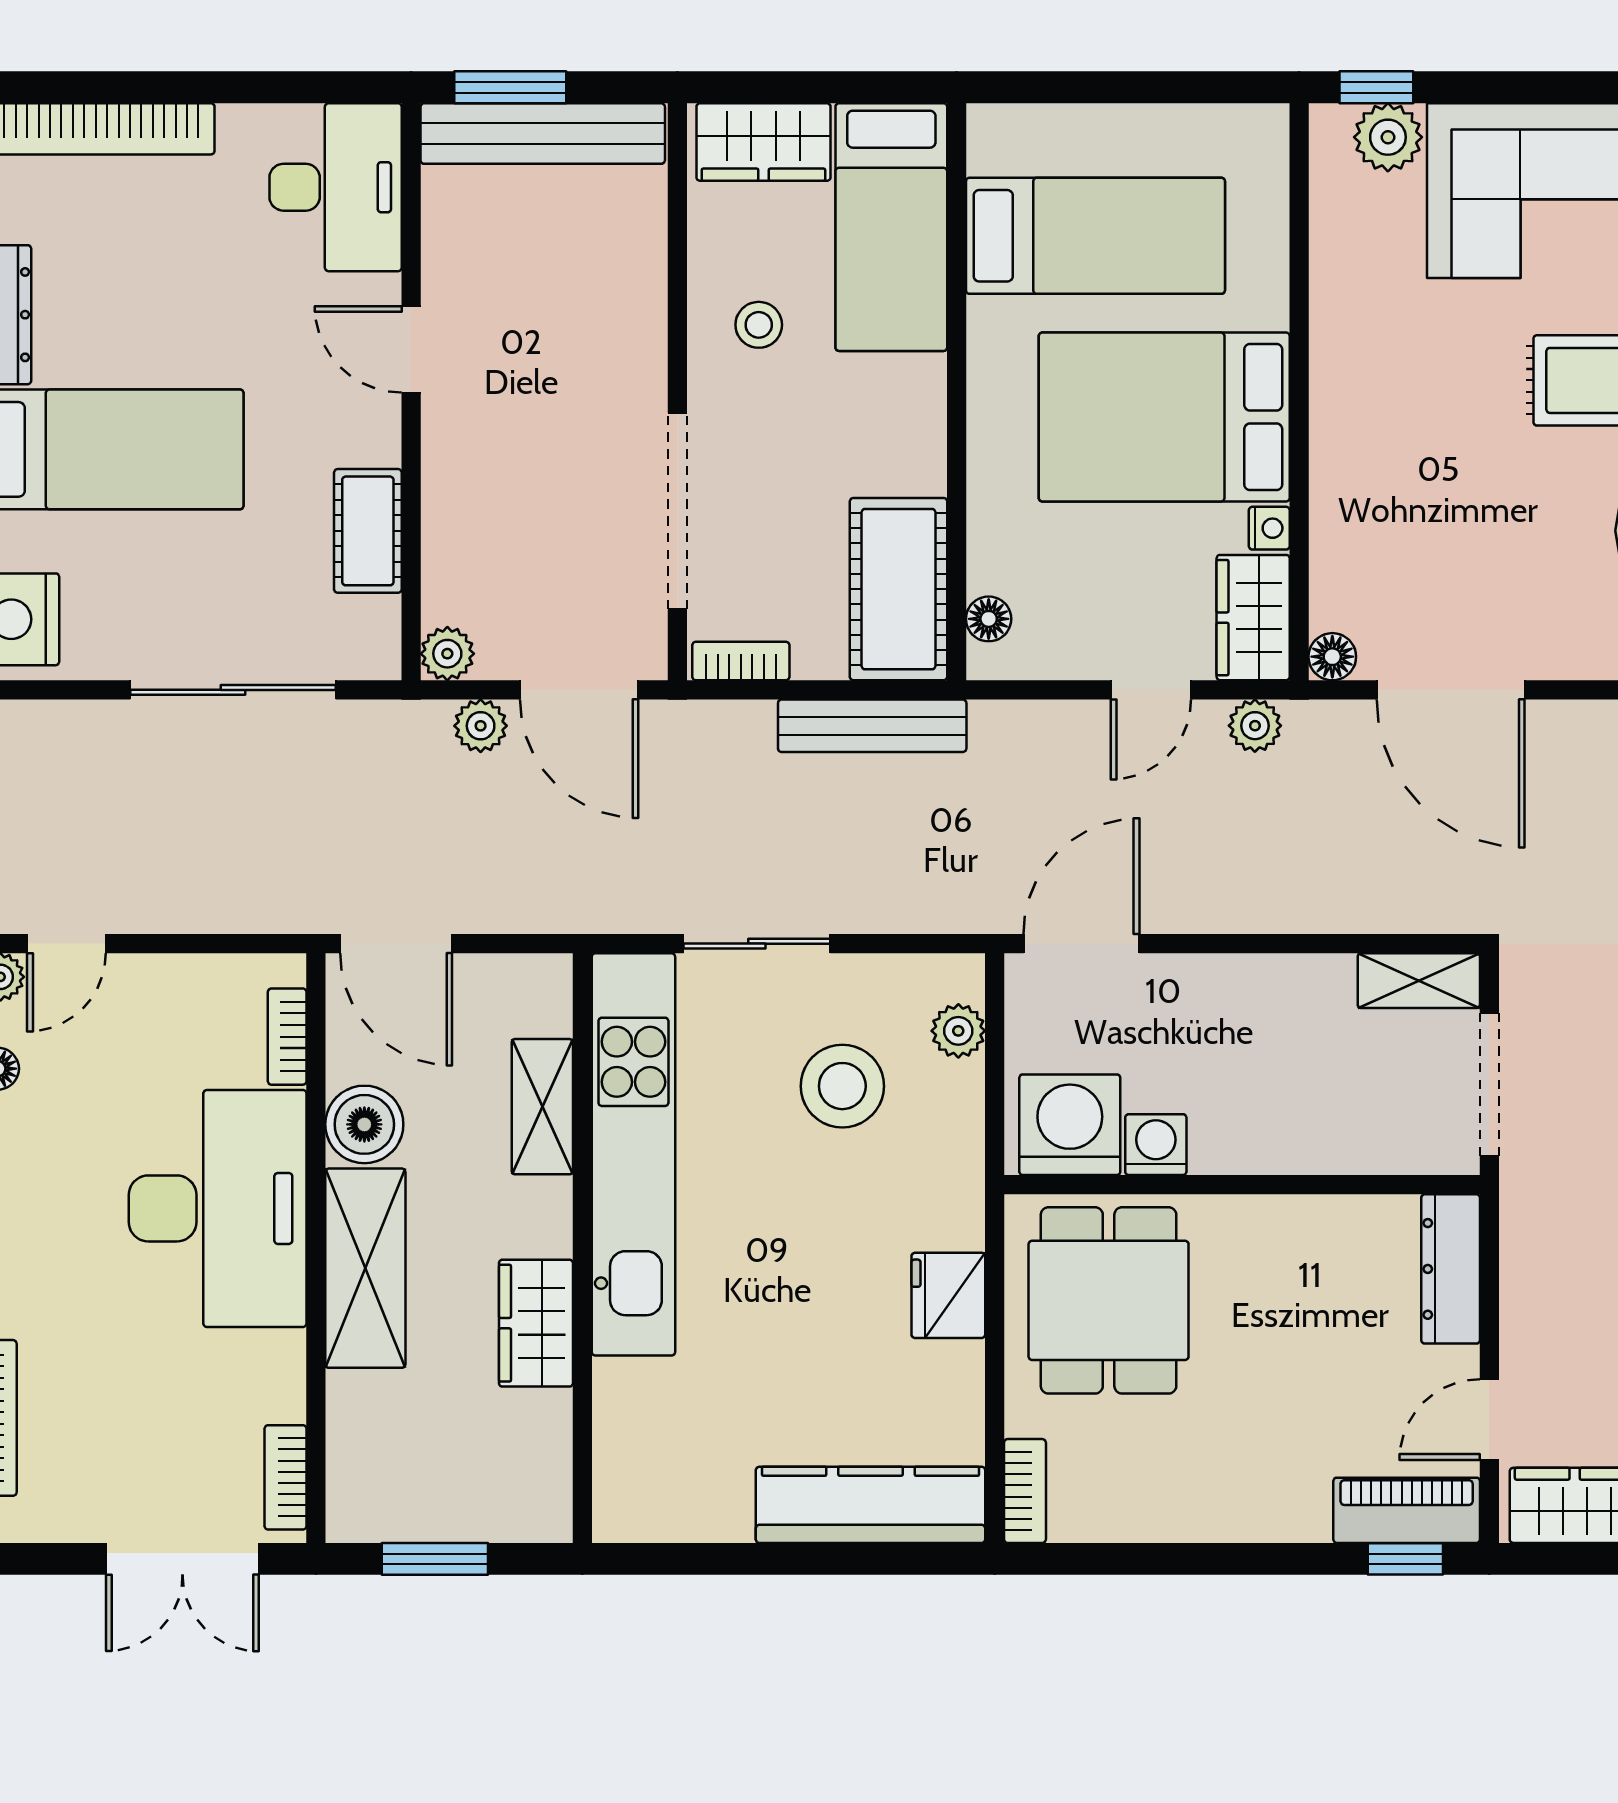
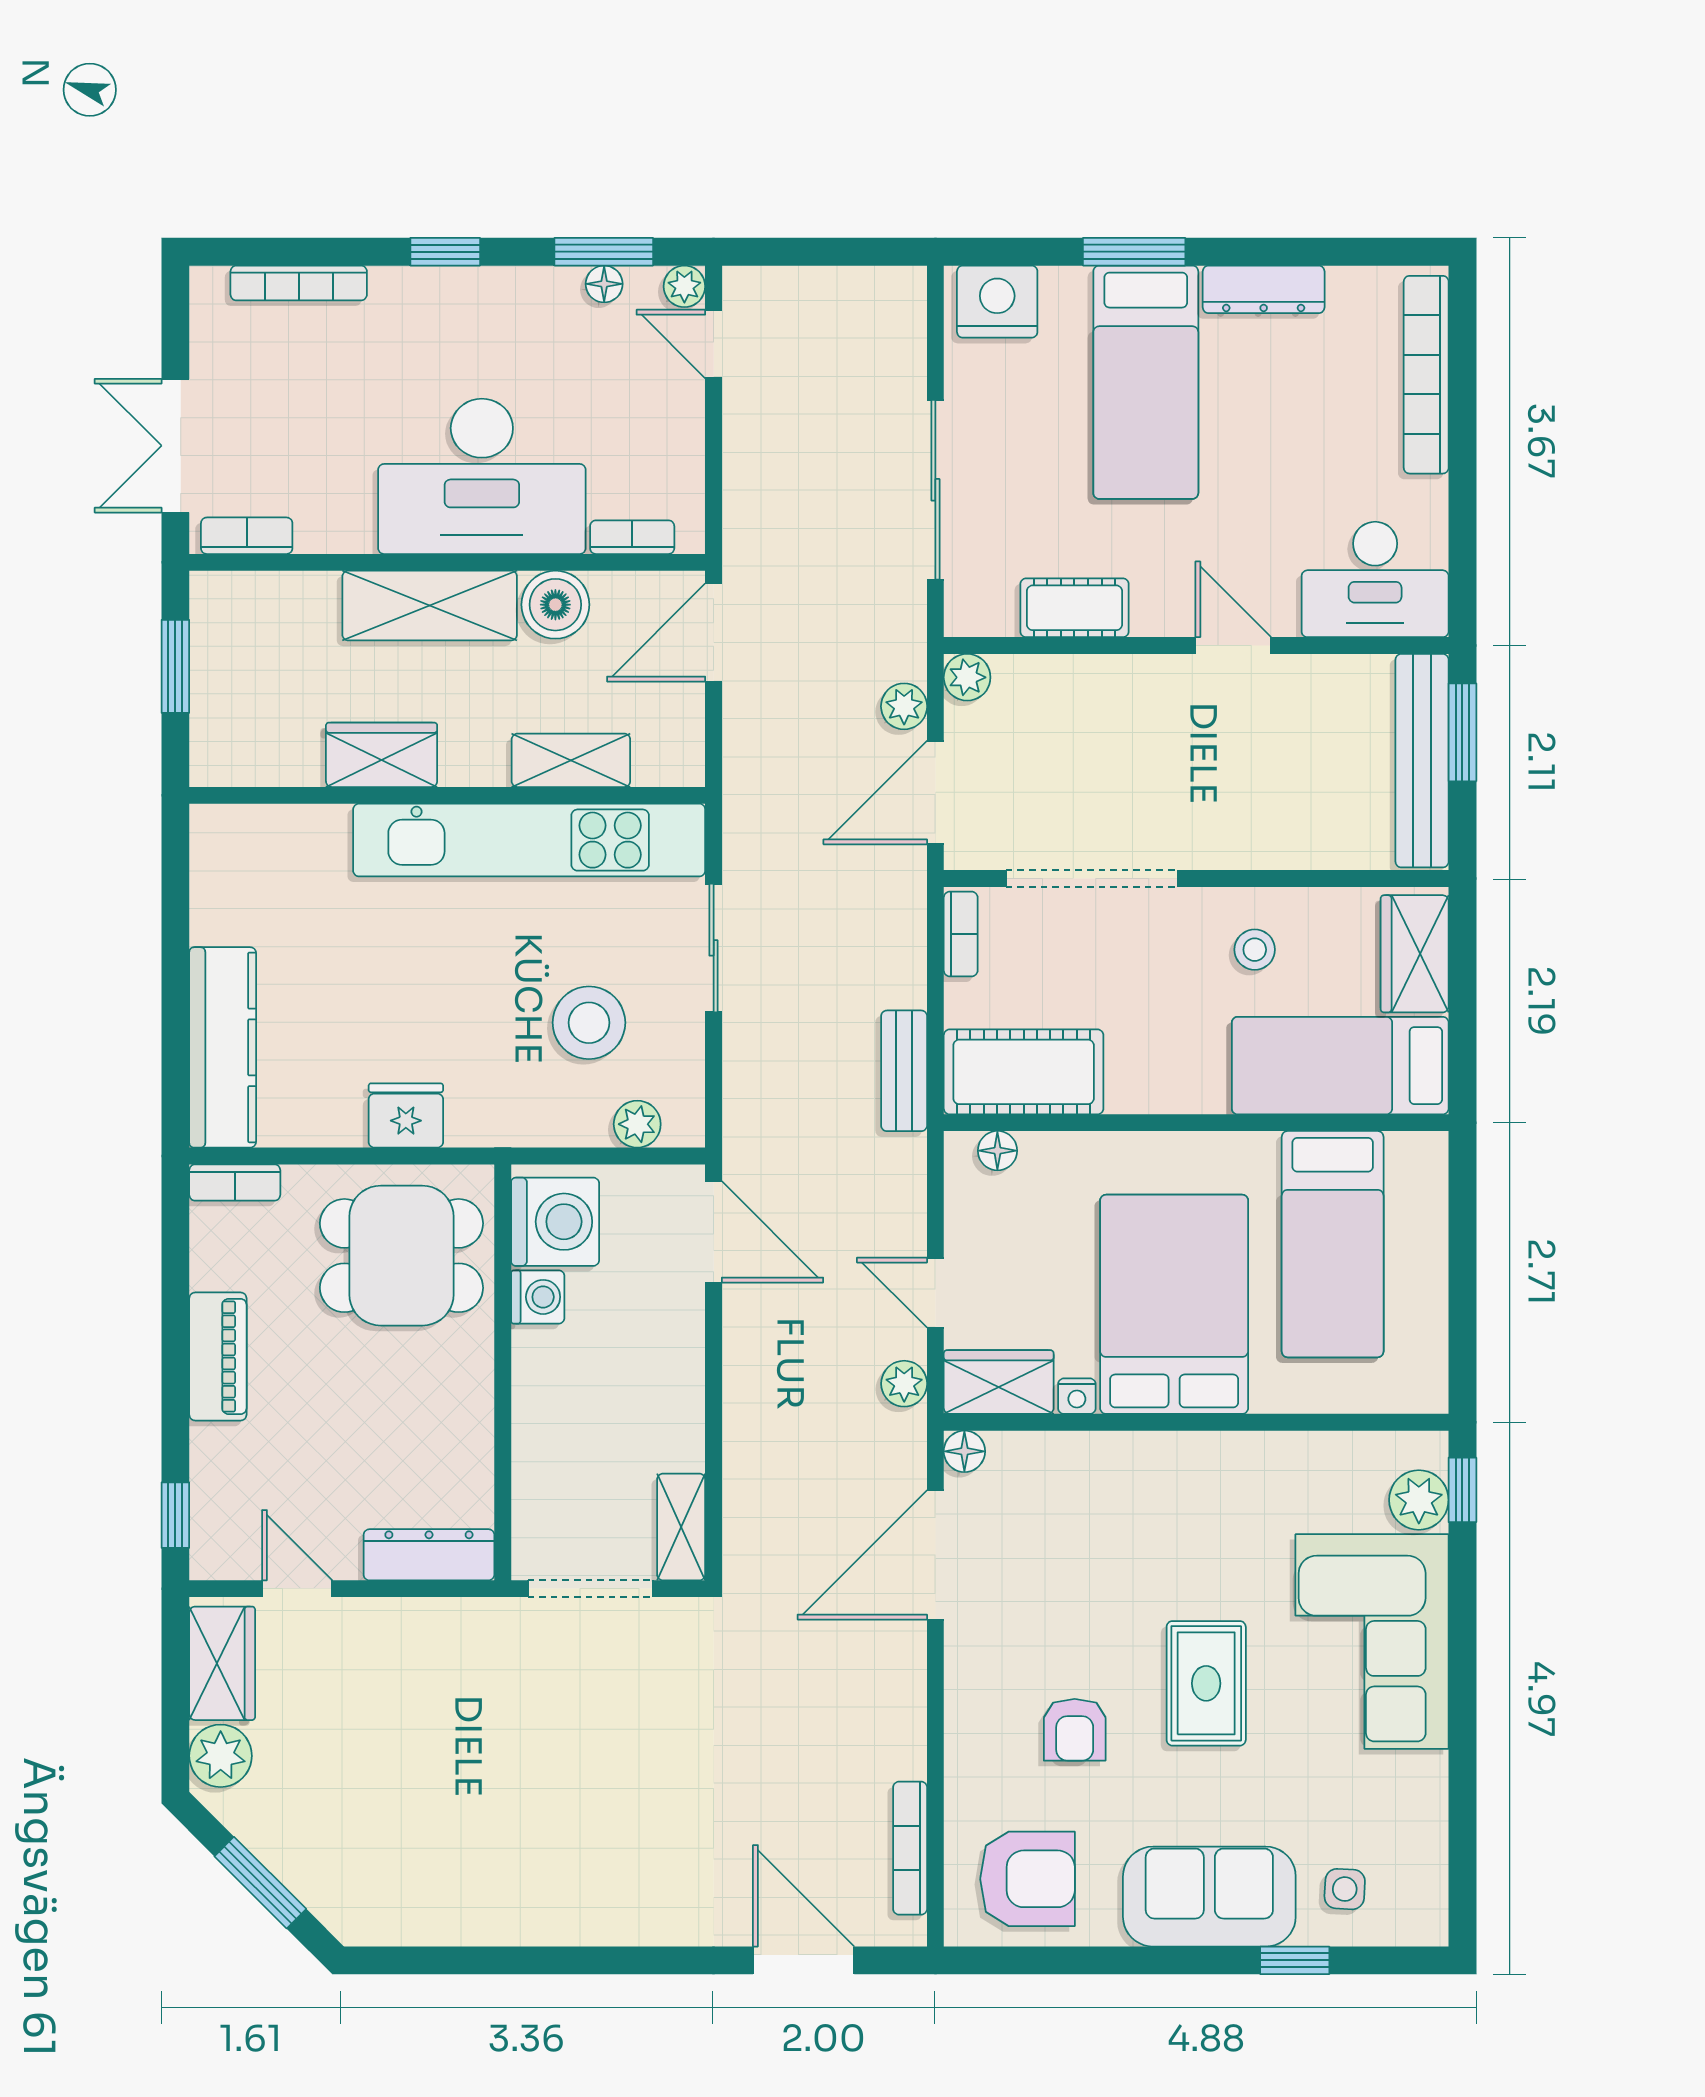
door: (411, 349) -> (1233, 646), hinge flipped
bench: (872, 726) -> (904, 1071), width x0.73
piano: (1407, 1510) -> (218, 1356), moved

